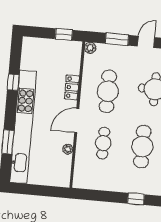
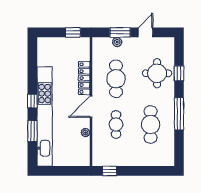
plant: (90, 48) -> (117, 42), moved
window: (13, 82) -> (32, 101), moved
locker: (72, 87) -> (84, 78), width x1.53
window: (136, 199) -> (110, 171), moved

